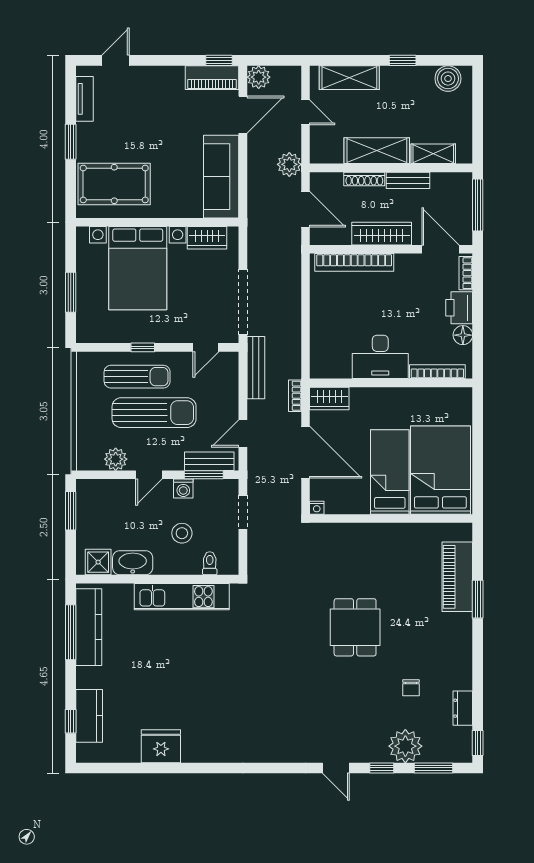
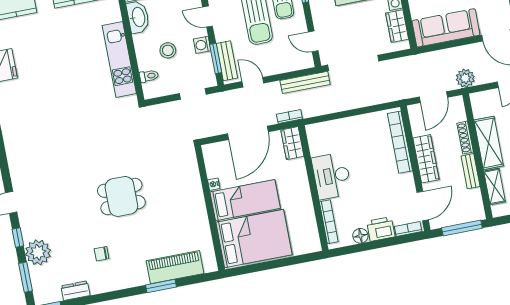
nightstand: (317, 508) -> (214, 184), moved
chair: (411, 688) -> (102, 254), moved

